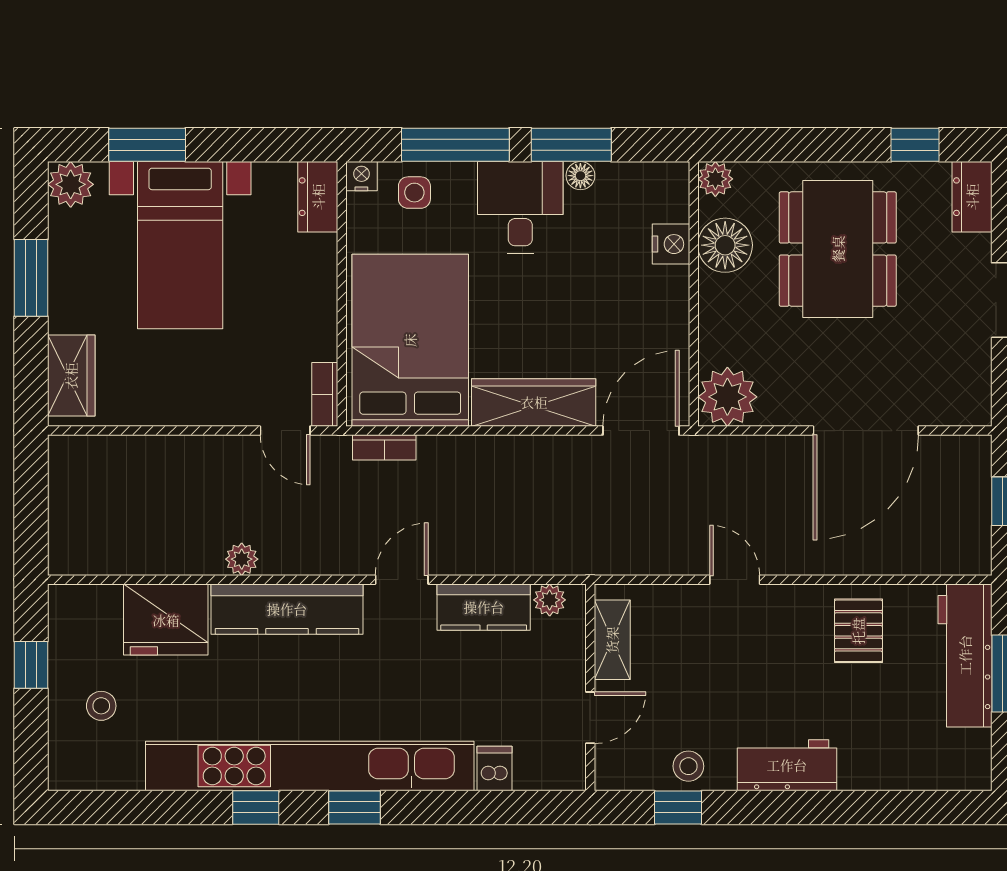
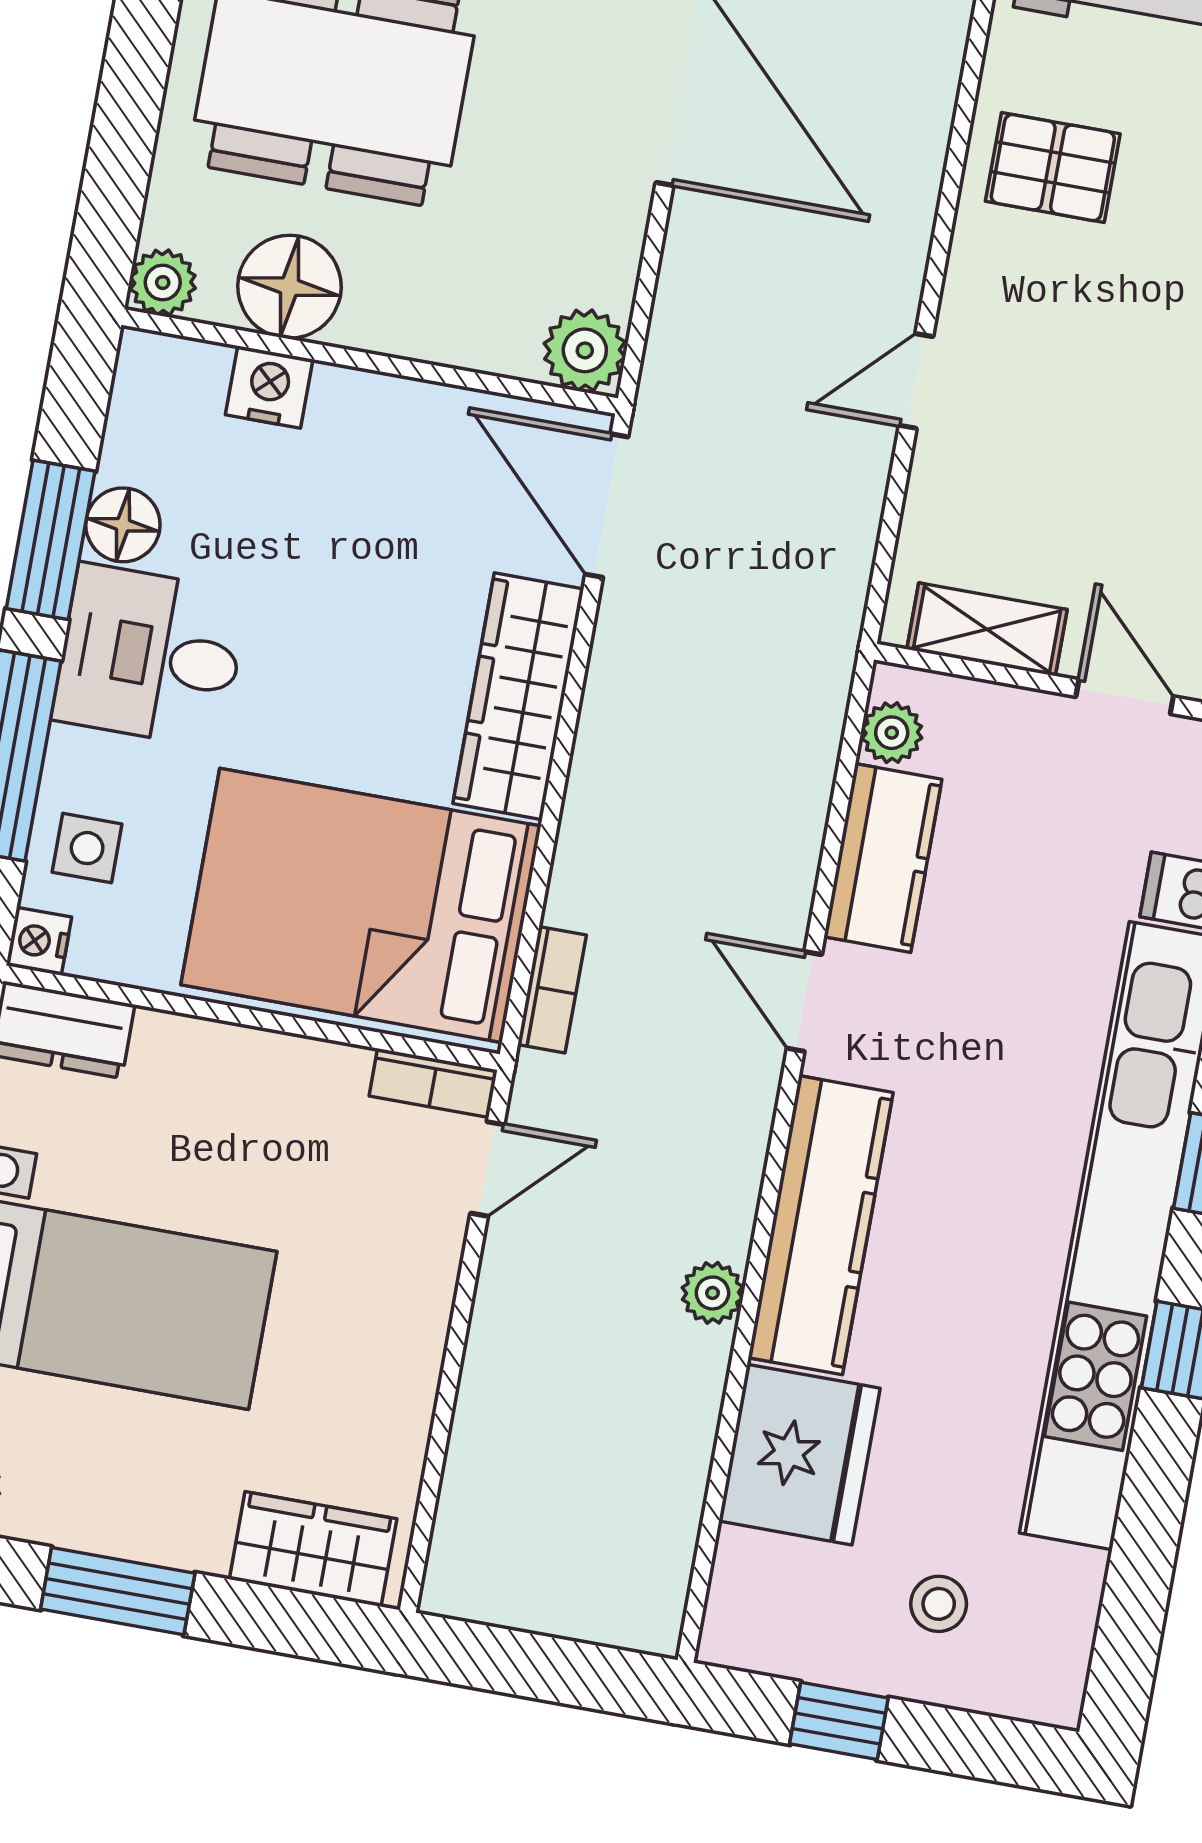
floor lamp: (580, 176) -> (123, 525), width x1.37, depth x1.37
plant: (727, 397) -> (585, 350), width x0.73, depth x0.73

